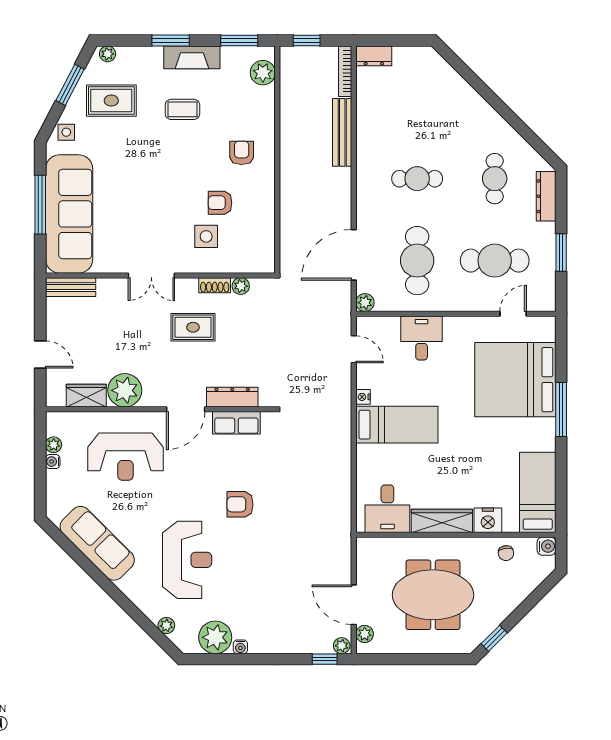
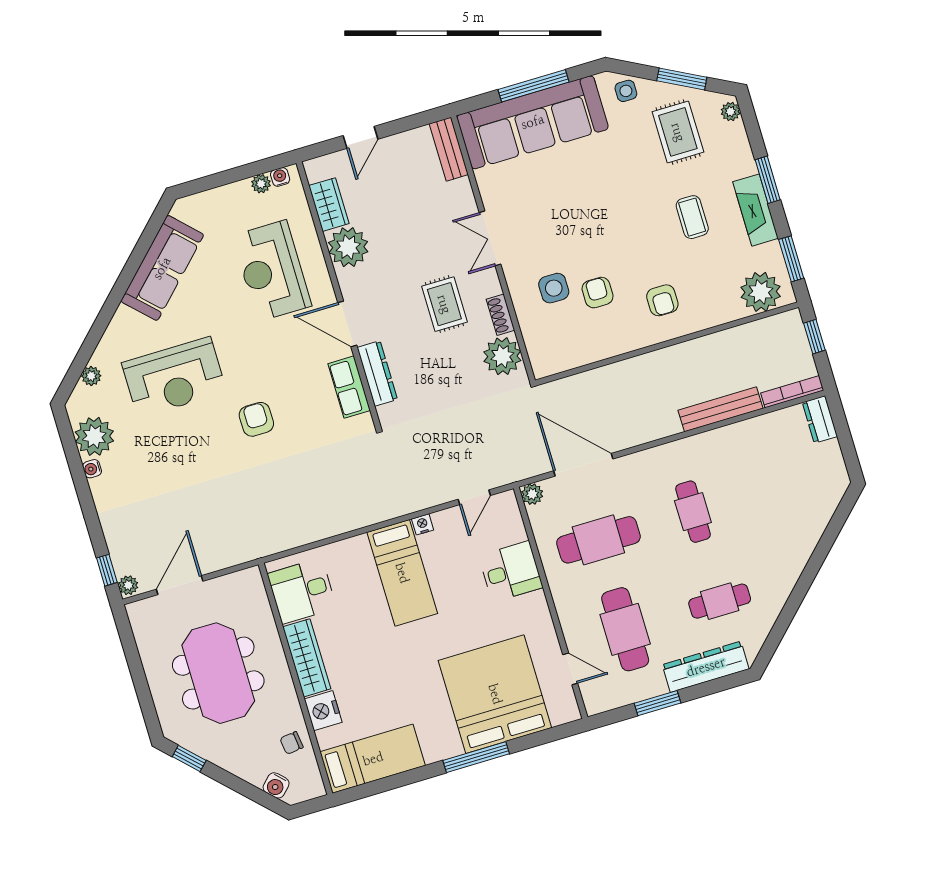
plant: (263, 73) -> (761, 292), width x1.36, depth x1.36
armchair: (242, 153) -> (662, 300), turned 90
dresser: (546, 196) -> (706, 667), width x1.37, depth x1.24
plant: (241, 286) -> (502, 356), width x1.87, depth x1.87
water cooler: (53, 462) -> (280, 177), moved
water cooler: (547, 546) -> (276, 785), moved, turned 45
plant: (365, 634) -> (150, 608), removed

